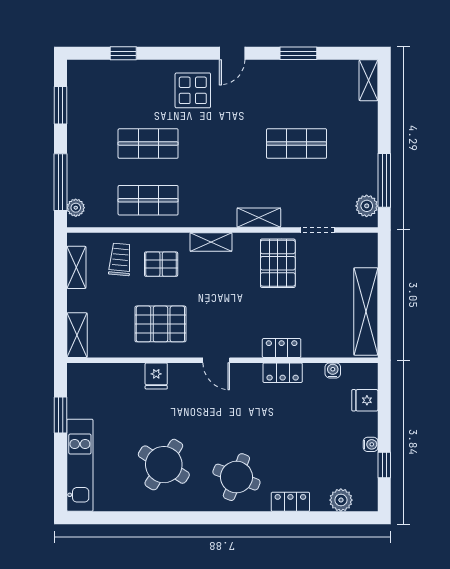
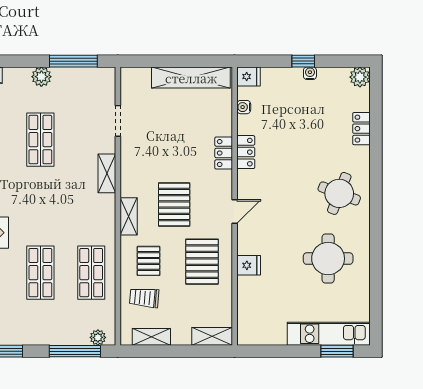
plant: (367, 206) -> (41, 77), moved
pallet: (278, 263) -> (174, 204), moved, turned 90
fridge: (365, 400) -> (248, 77), moved, turned -90
window: (60, 415) -> (337, 351), moved
round table: (164, 465) -> (328, 259), turned -32
window: (384, 465) -> (303, 61), moved
plant: (341, 500) -> (360, 77), moved
locker: (290, 502) -> (361, 129), moved

